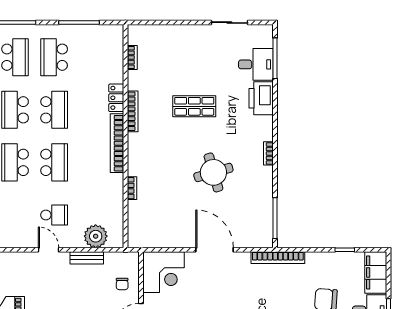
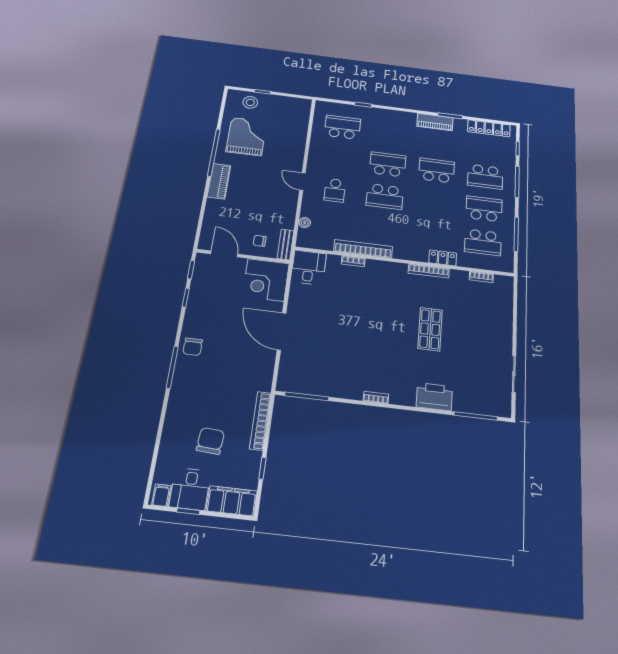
desk: (256, 64) -> (309, 267), moved, turned 180
school desk: (54, 110) -> (483, 242), moved
bookcase: (117, 143) -> (363, 249), moved
round table: (213, 172) -> (361, 340), removed
plant: (96, 236) -> (305, 223), width x0.53, depth x0.53
door: (49, 250) -> (302, 182), swing flipped
door: (215, 250) -> (282, 331), swing flipped
bench: (87, 258) -> (285, 244), moved
bookcase: (278, 258) -> (260, 421), moved

